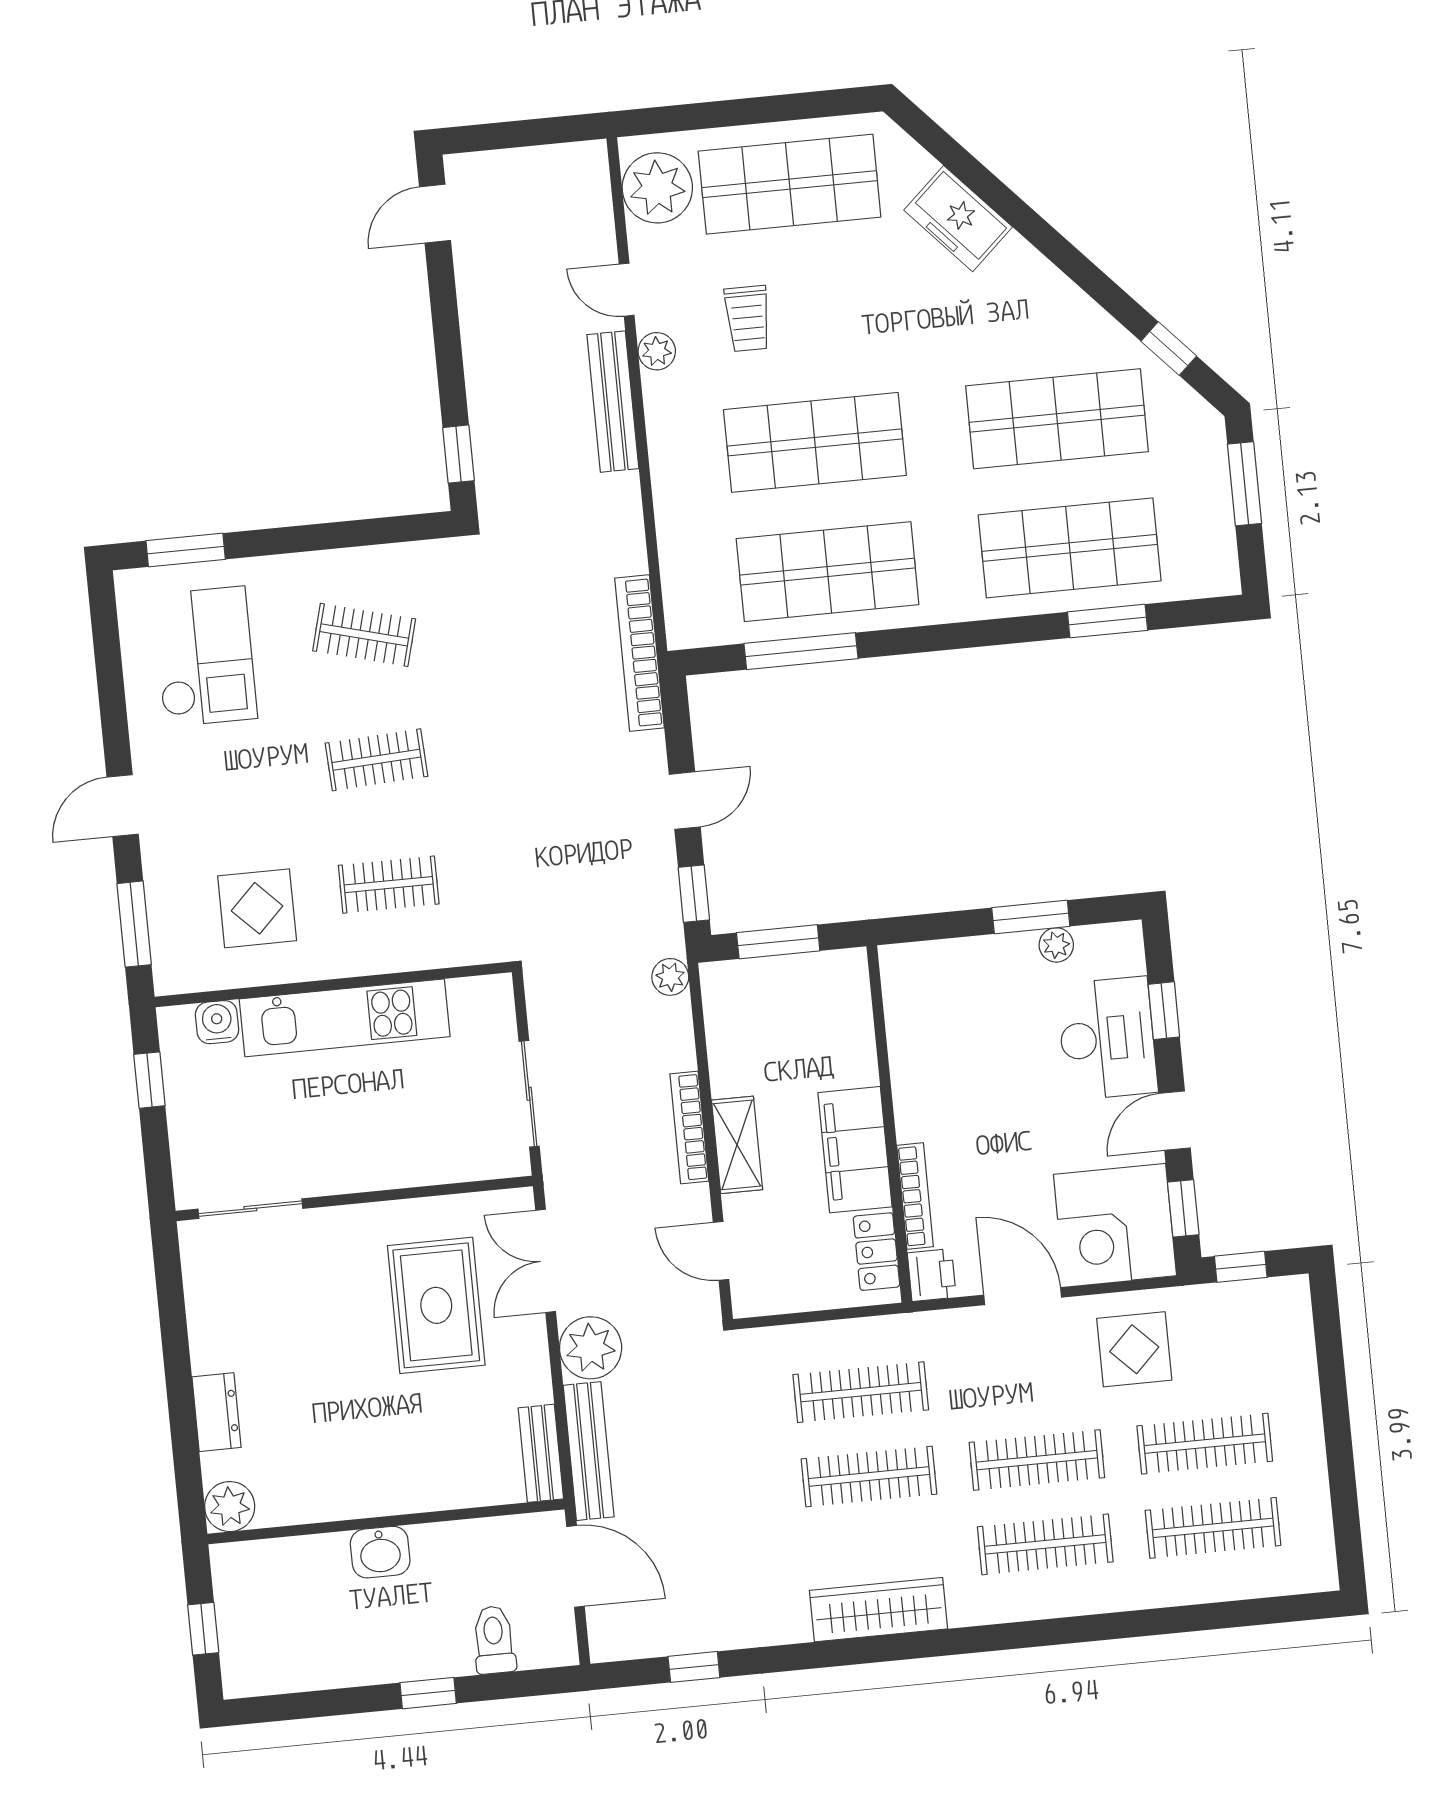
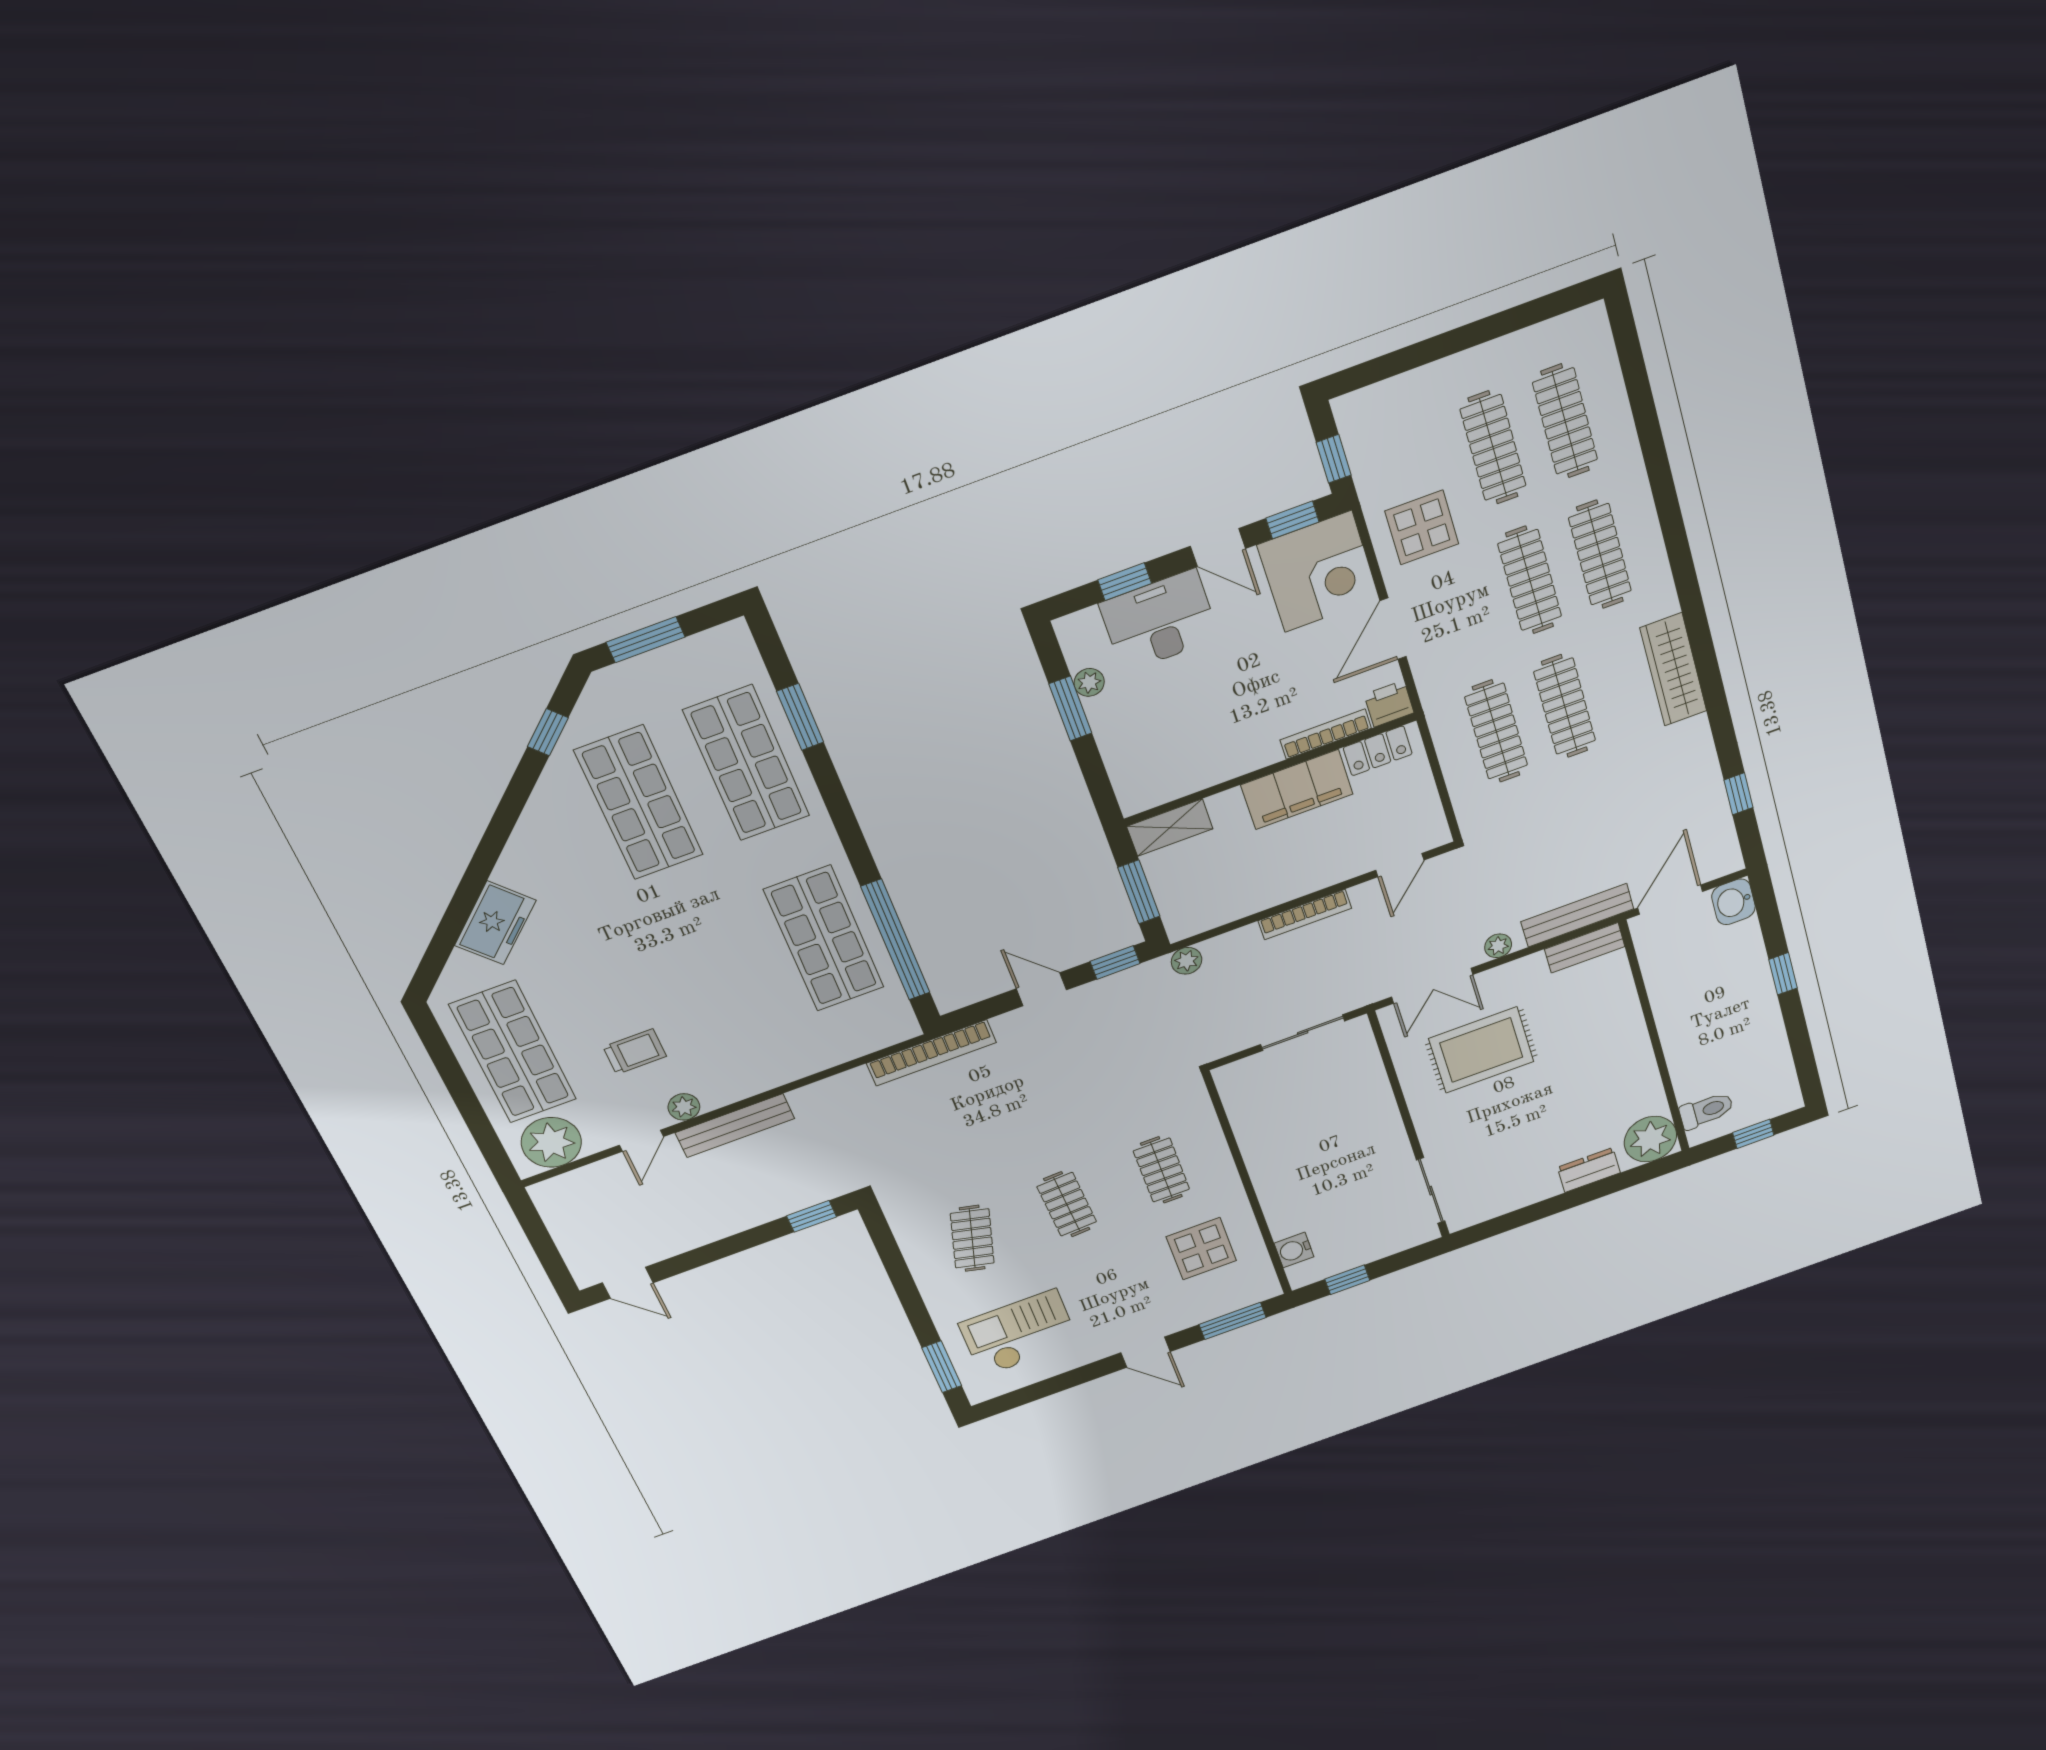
shop shelf: (815, 442) -> (720, 976), removed
window: (801, 651) -> (896, 940), width x1.46
kitchen unit: (345, 1018) -> (1272, 1170), removed
shelving: (737, 1145) -> (1170, 828), moved
plant: (591, 1348) -> (1498, 946), width x0.53, depth x0.53
plant: (230, 1507) -> (1650, 1139), width x1.36, depth x1.36
washbasin: (380, 1552) -> (1733, 902), moved, turned 180
toilet: (494, 1640) -> (1706, 1111), moved, turned 180

